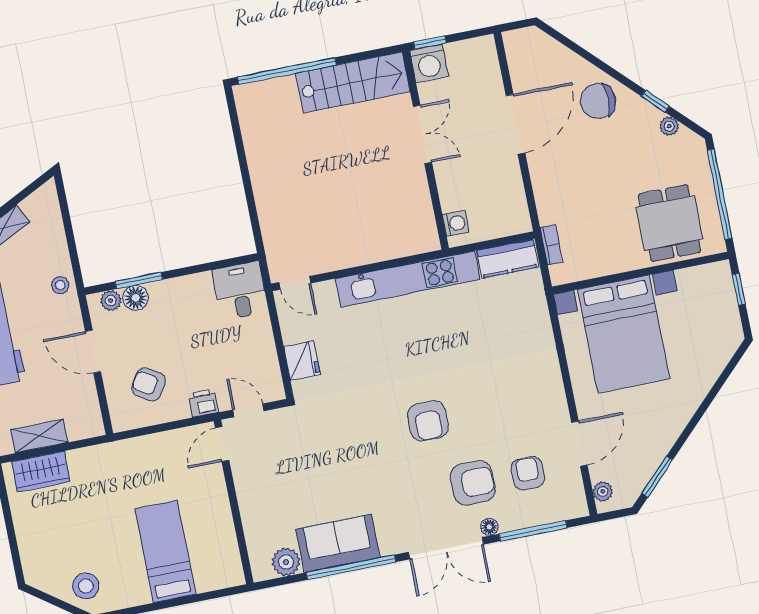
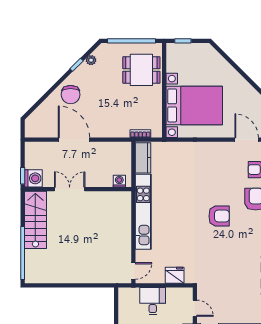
desk: (240, 291) -> (153, 301), moved, turned 90
door: (248, 410) -> (195, 308), swing flipped

